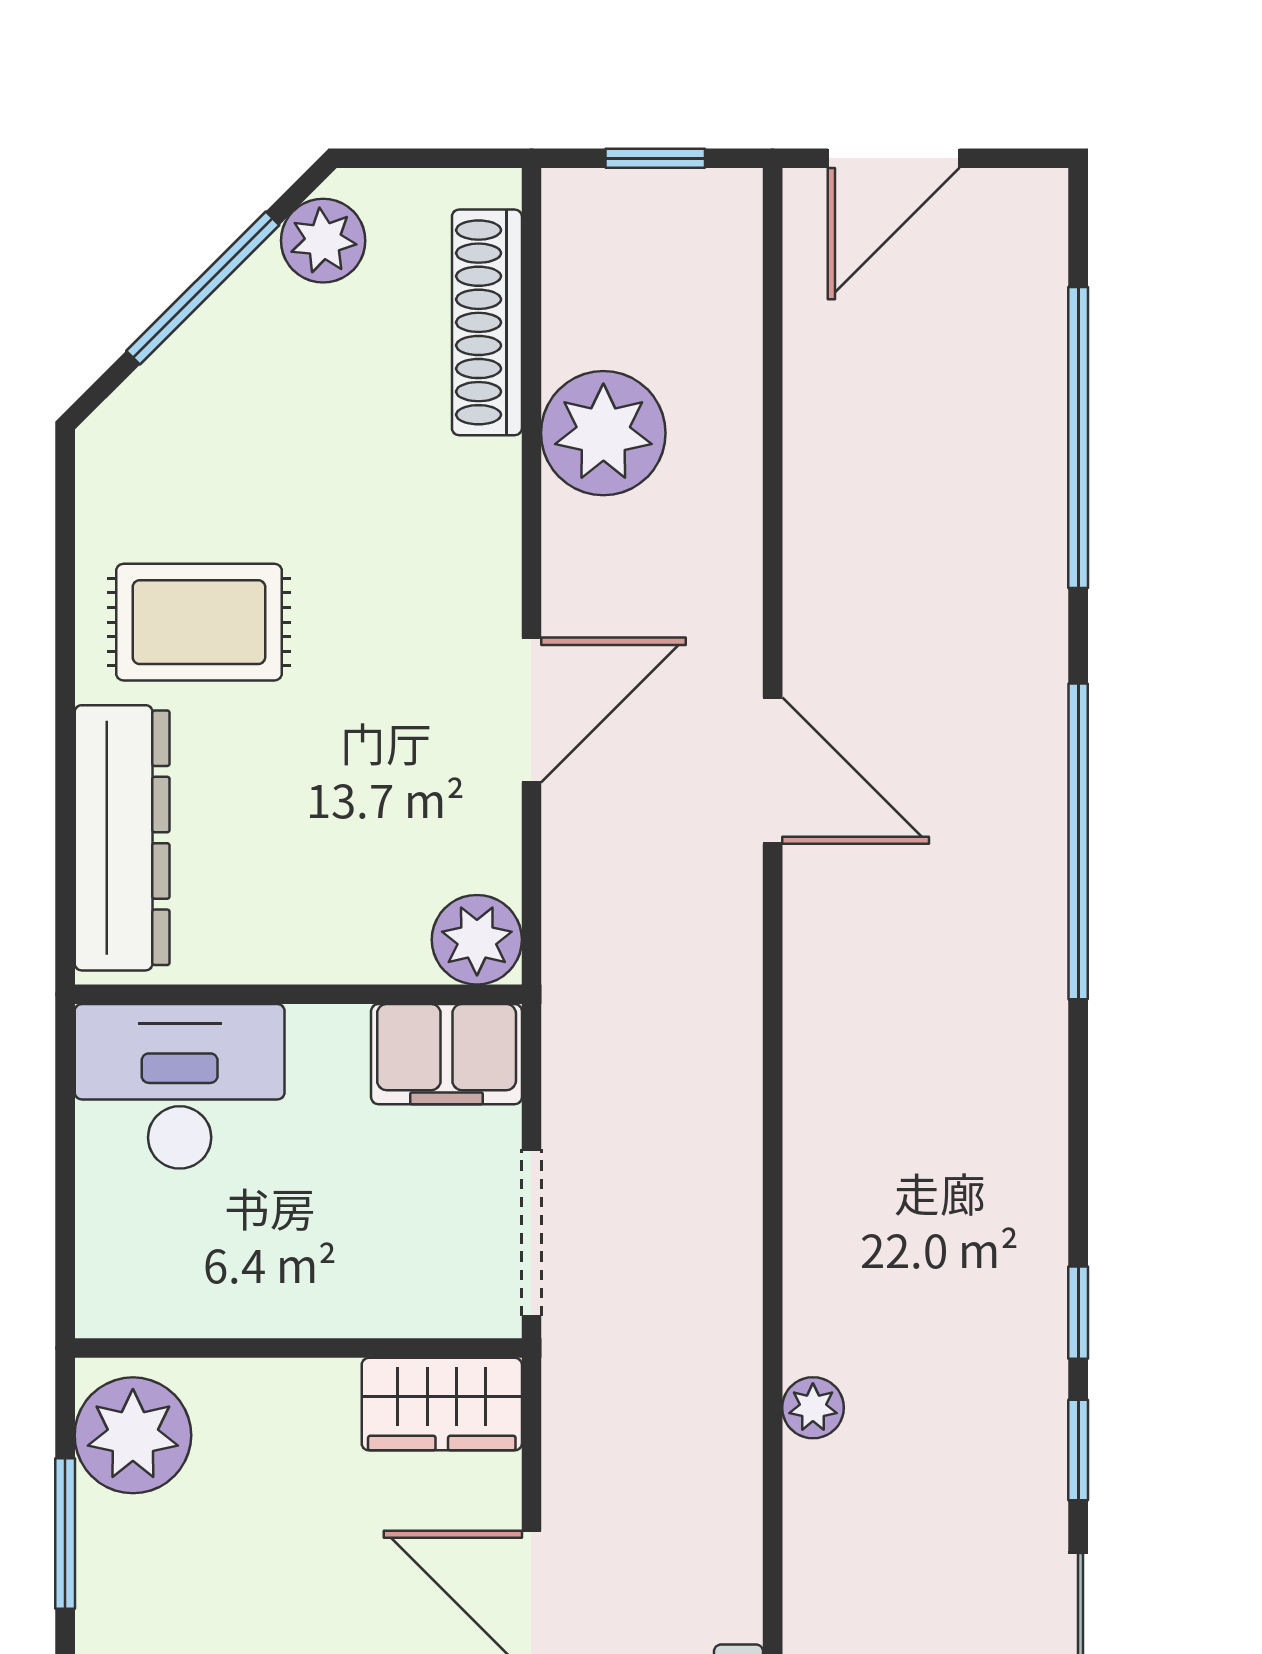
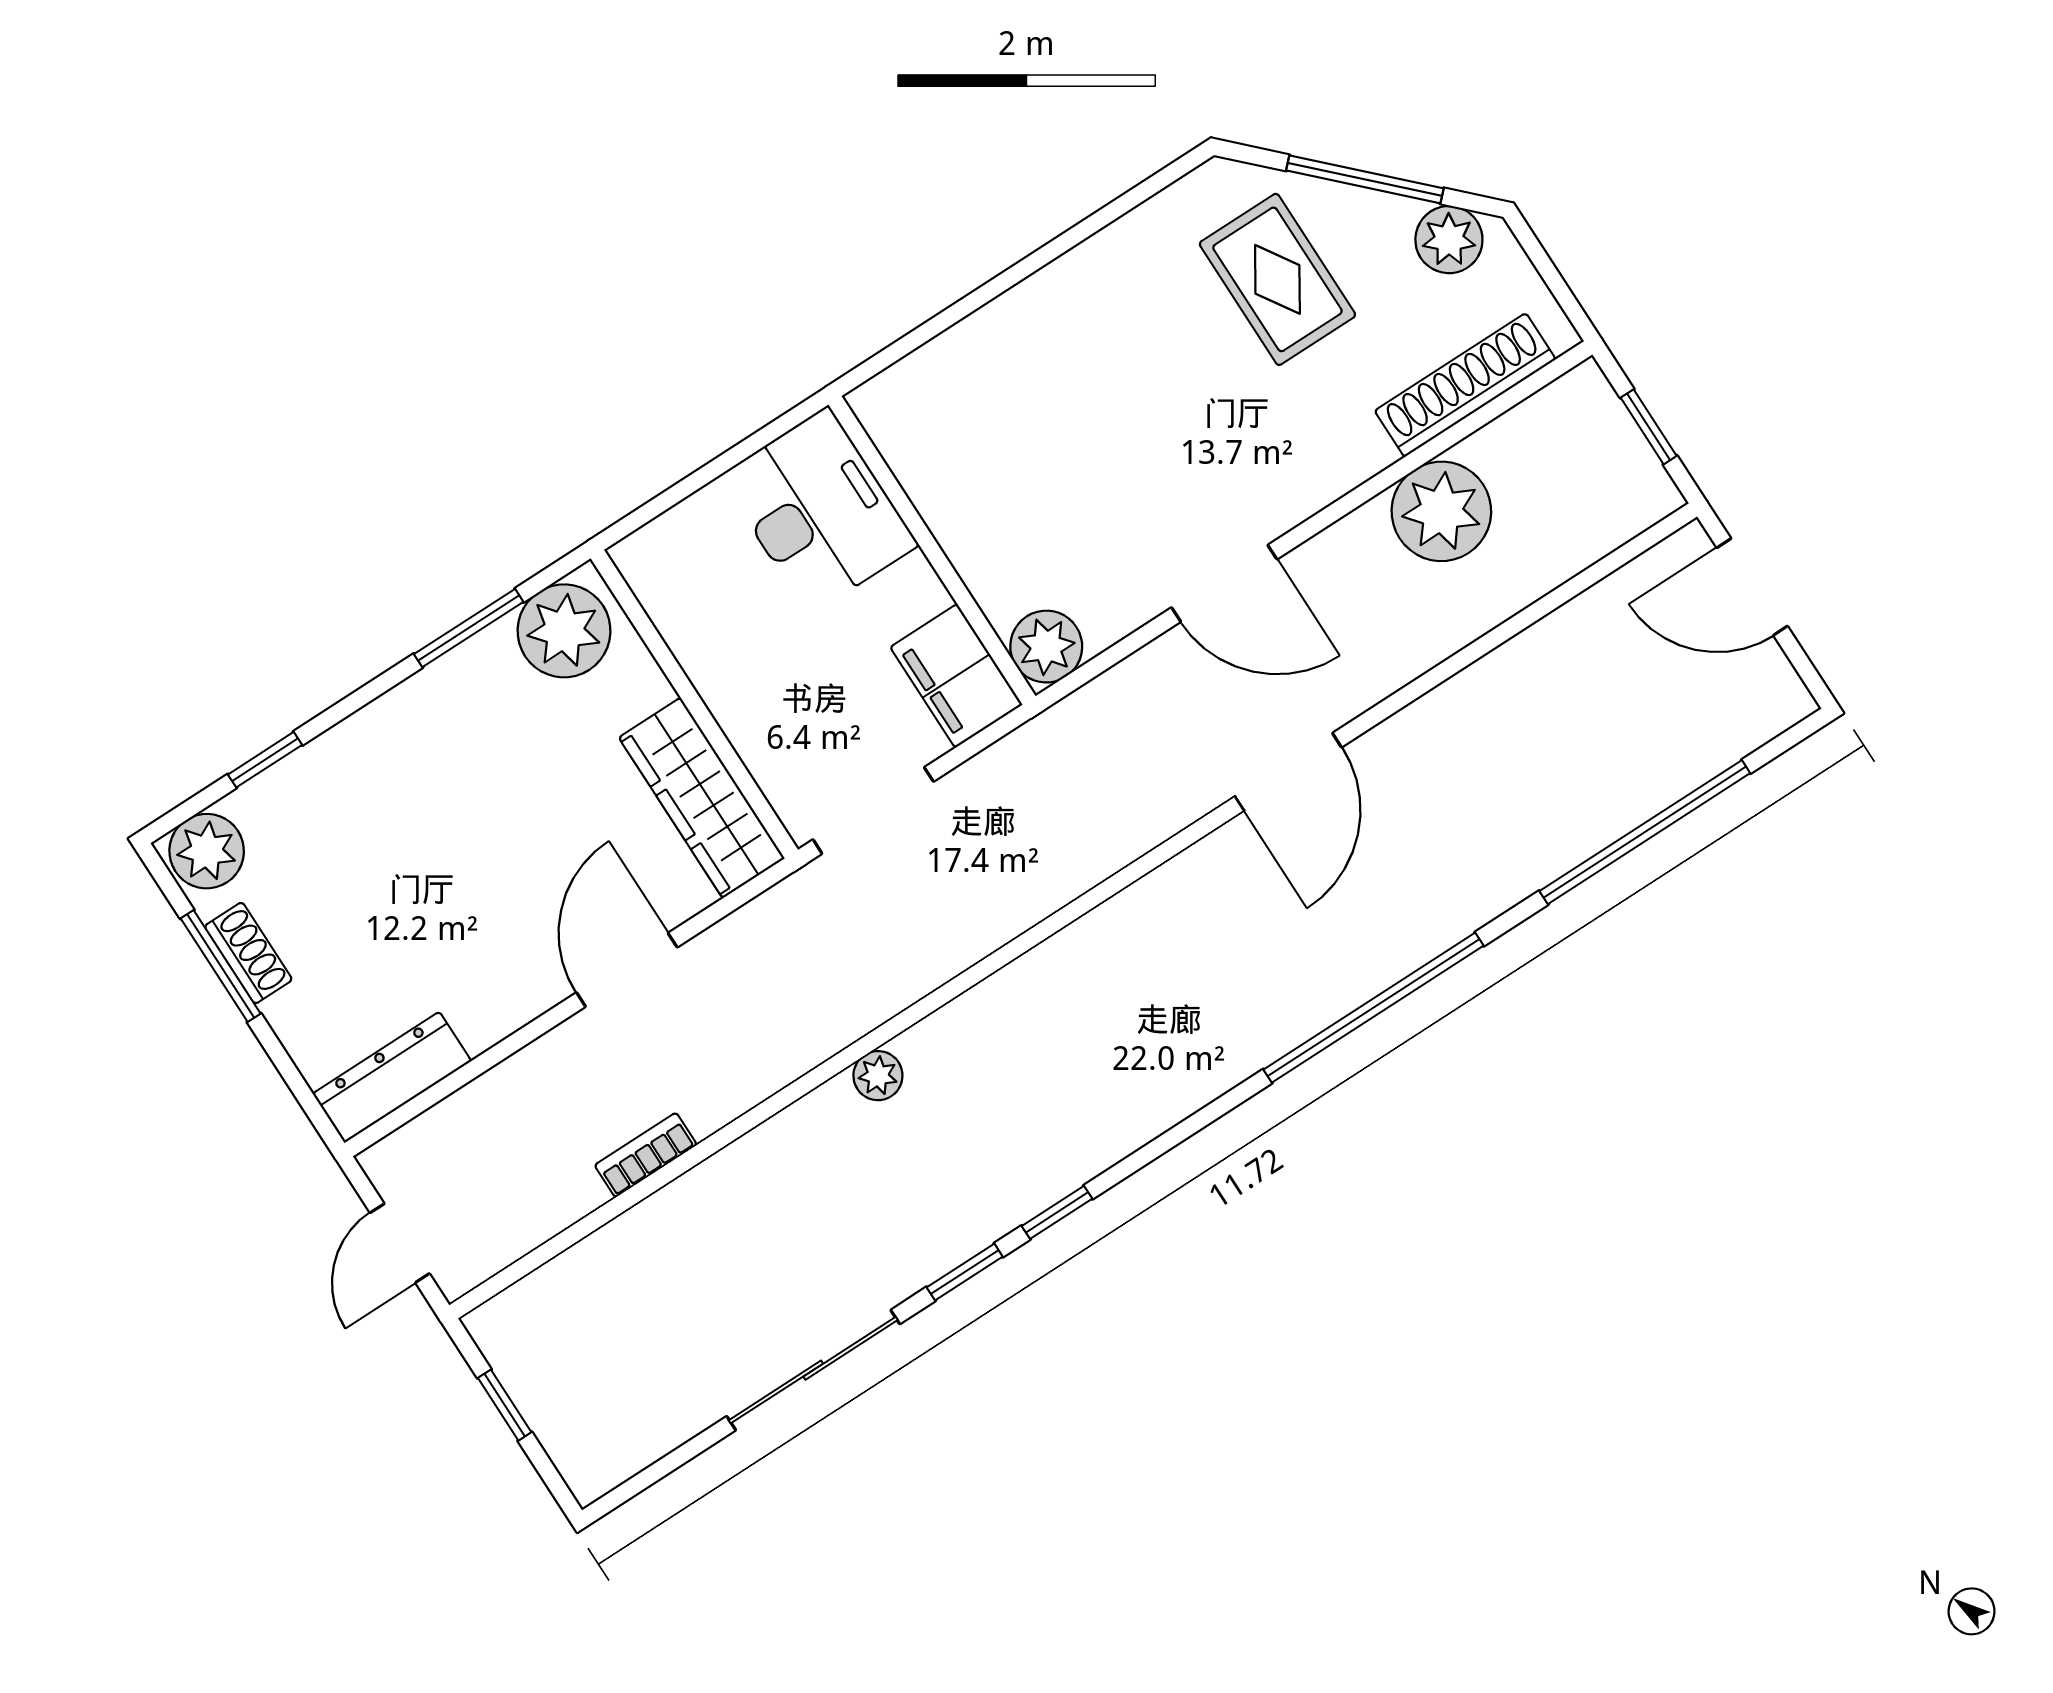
rug: (199, 622) -> (1277, 279), moved
dresser: (122, 838) -> (961, 364), removed
wardrobe: (442, 1404) -> (702, 798), width x1.50

